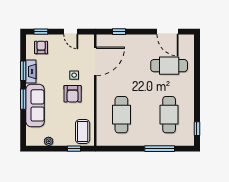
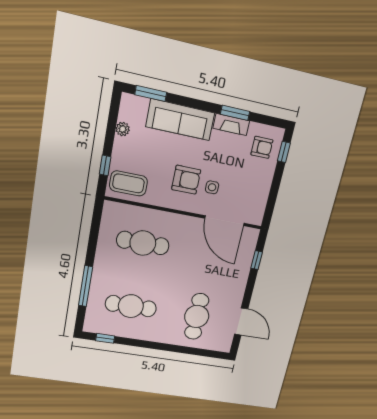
door: (71, 32) -> (273, 195), removed
door: (168, 32) -> (241, 322), swing flipped
armchair: (73, 94) -> (186, 180), turned 180
window: (23, 99) -> (151, 93), moved

